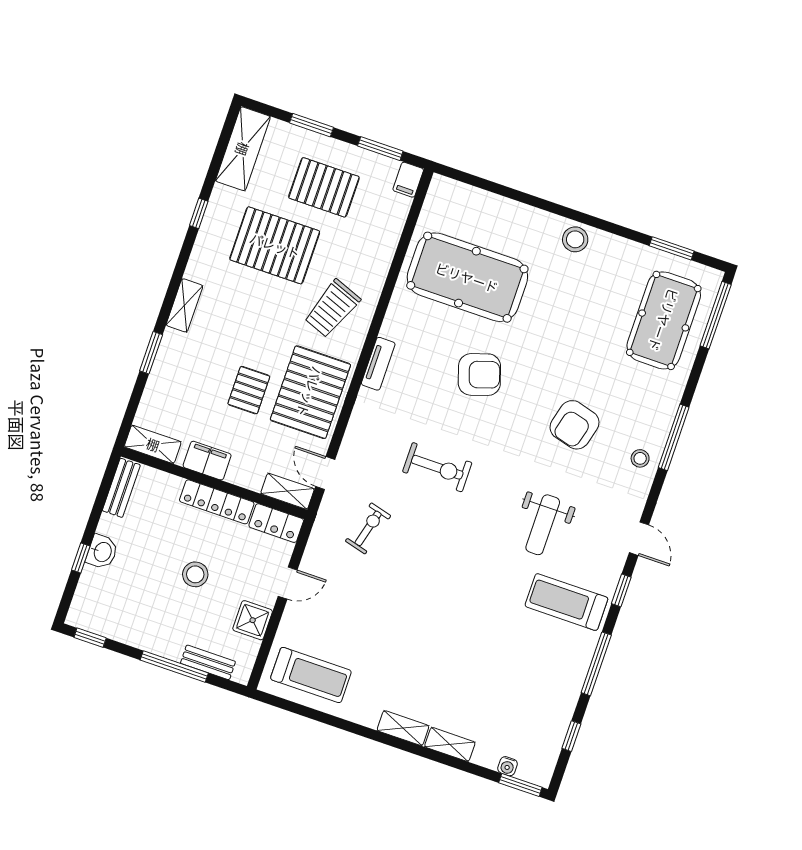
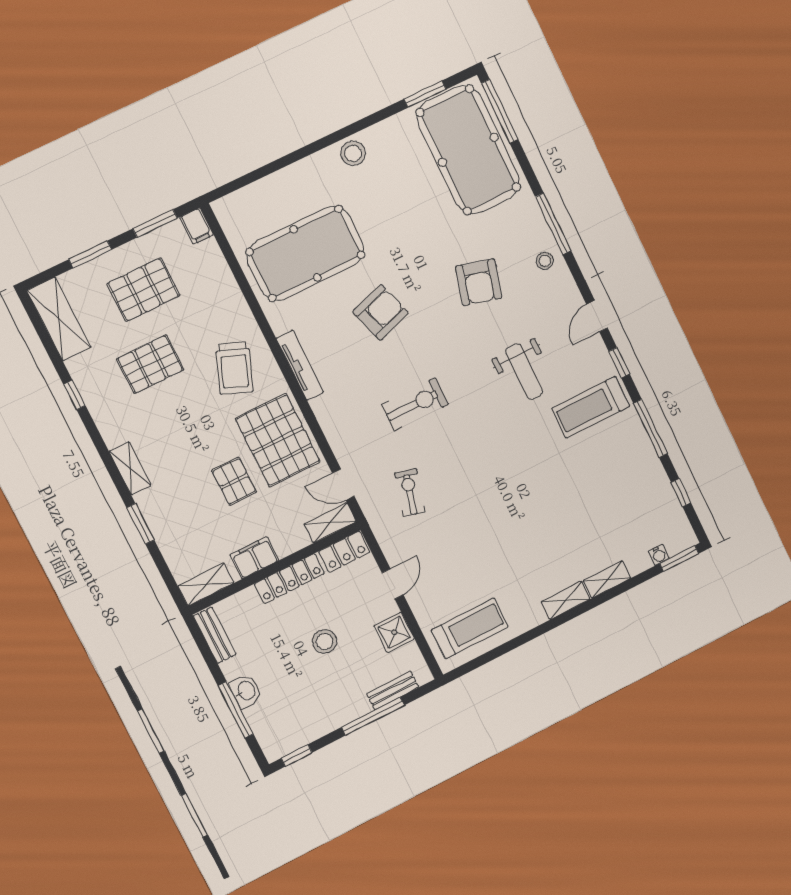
pallet: (275, 245) -> (150, 364), width x0.73, depth x0.71
pool table: (664, 320) -> (468, 150), width x1.36, depth x1.32
tv unit: (378, 364) -> (300, 365), width x1.41
door: (639, 539) -> (597, 316), swing flipped
window: (81, 558) -> (236, 710), width x2.17

